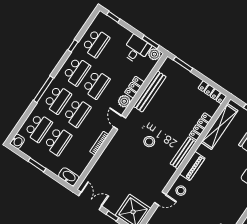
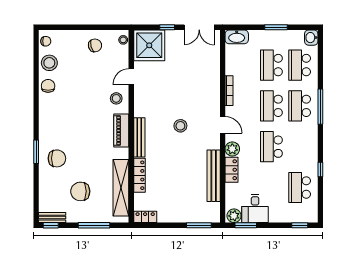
school desk: (77, 71) -> (300, 147), removed
locker: (212, 92) -> (145, 217), width x0.66

